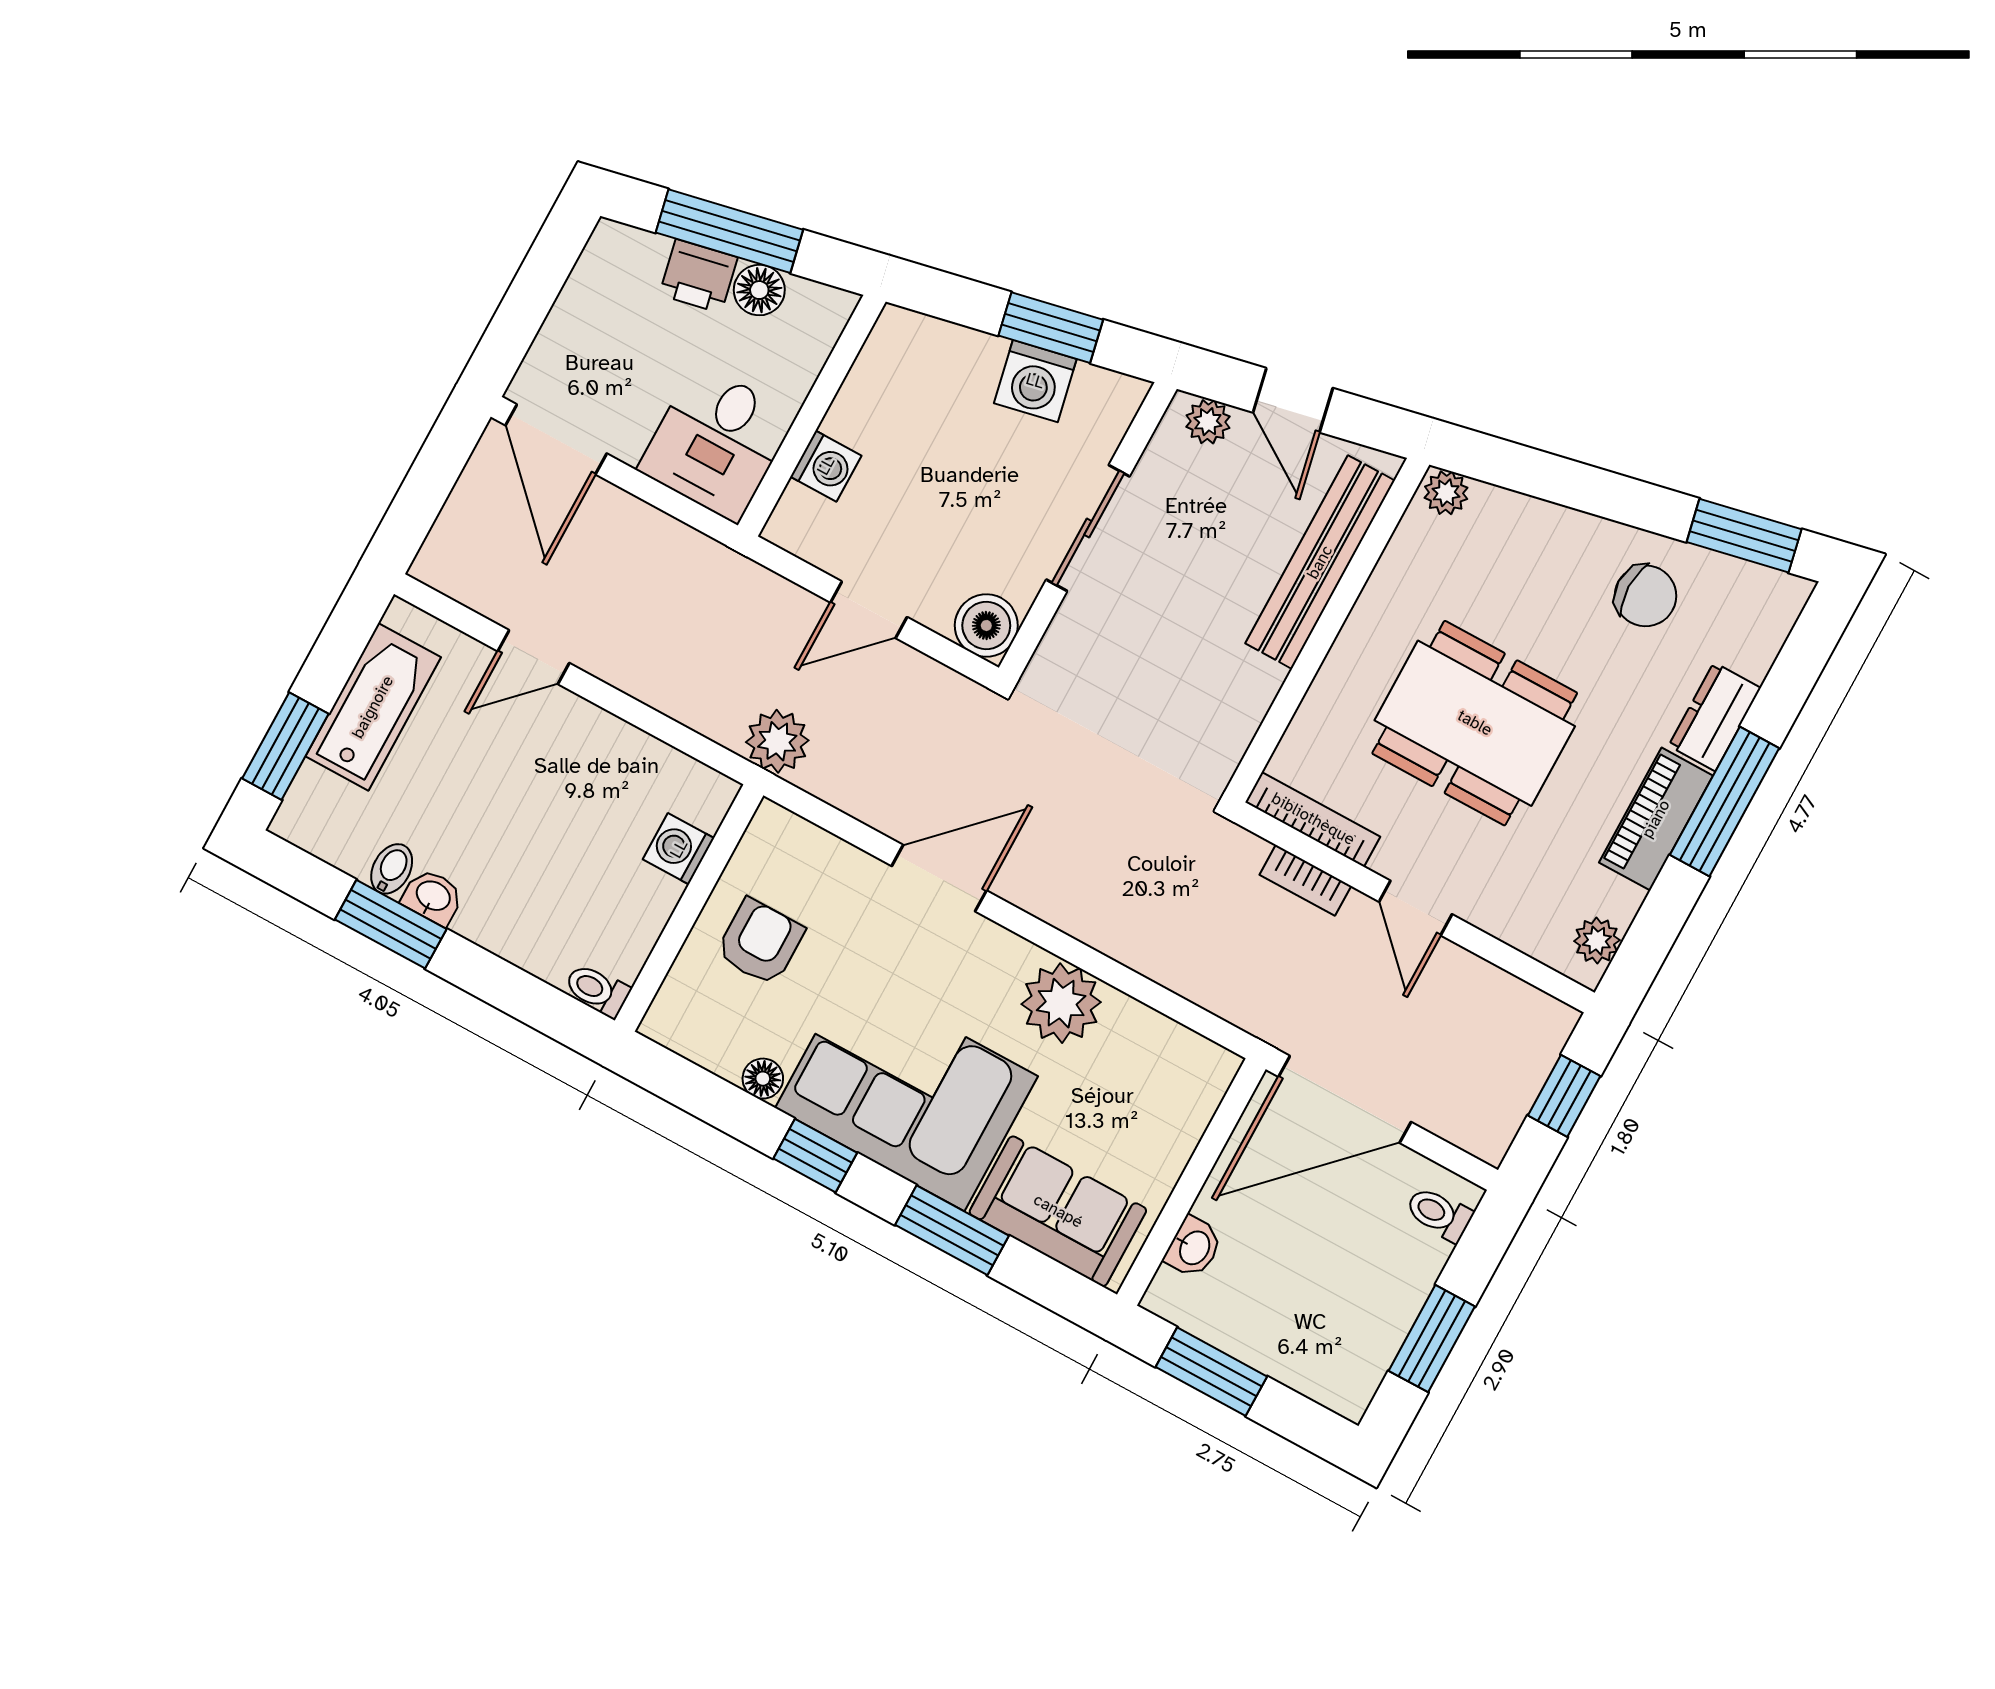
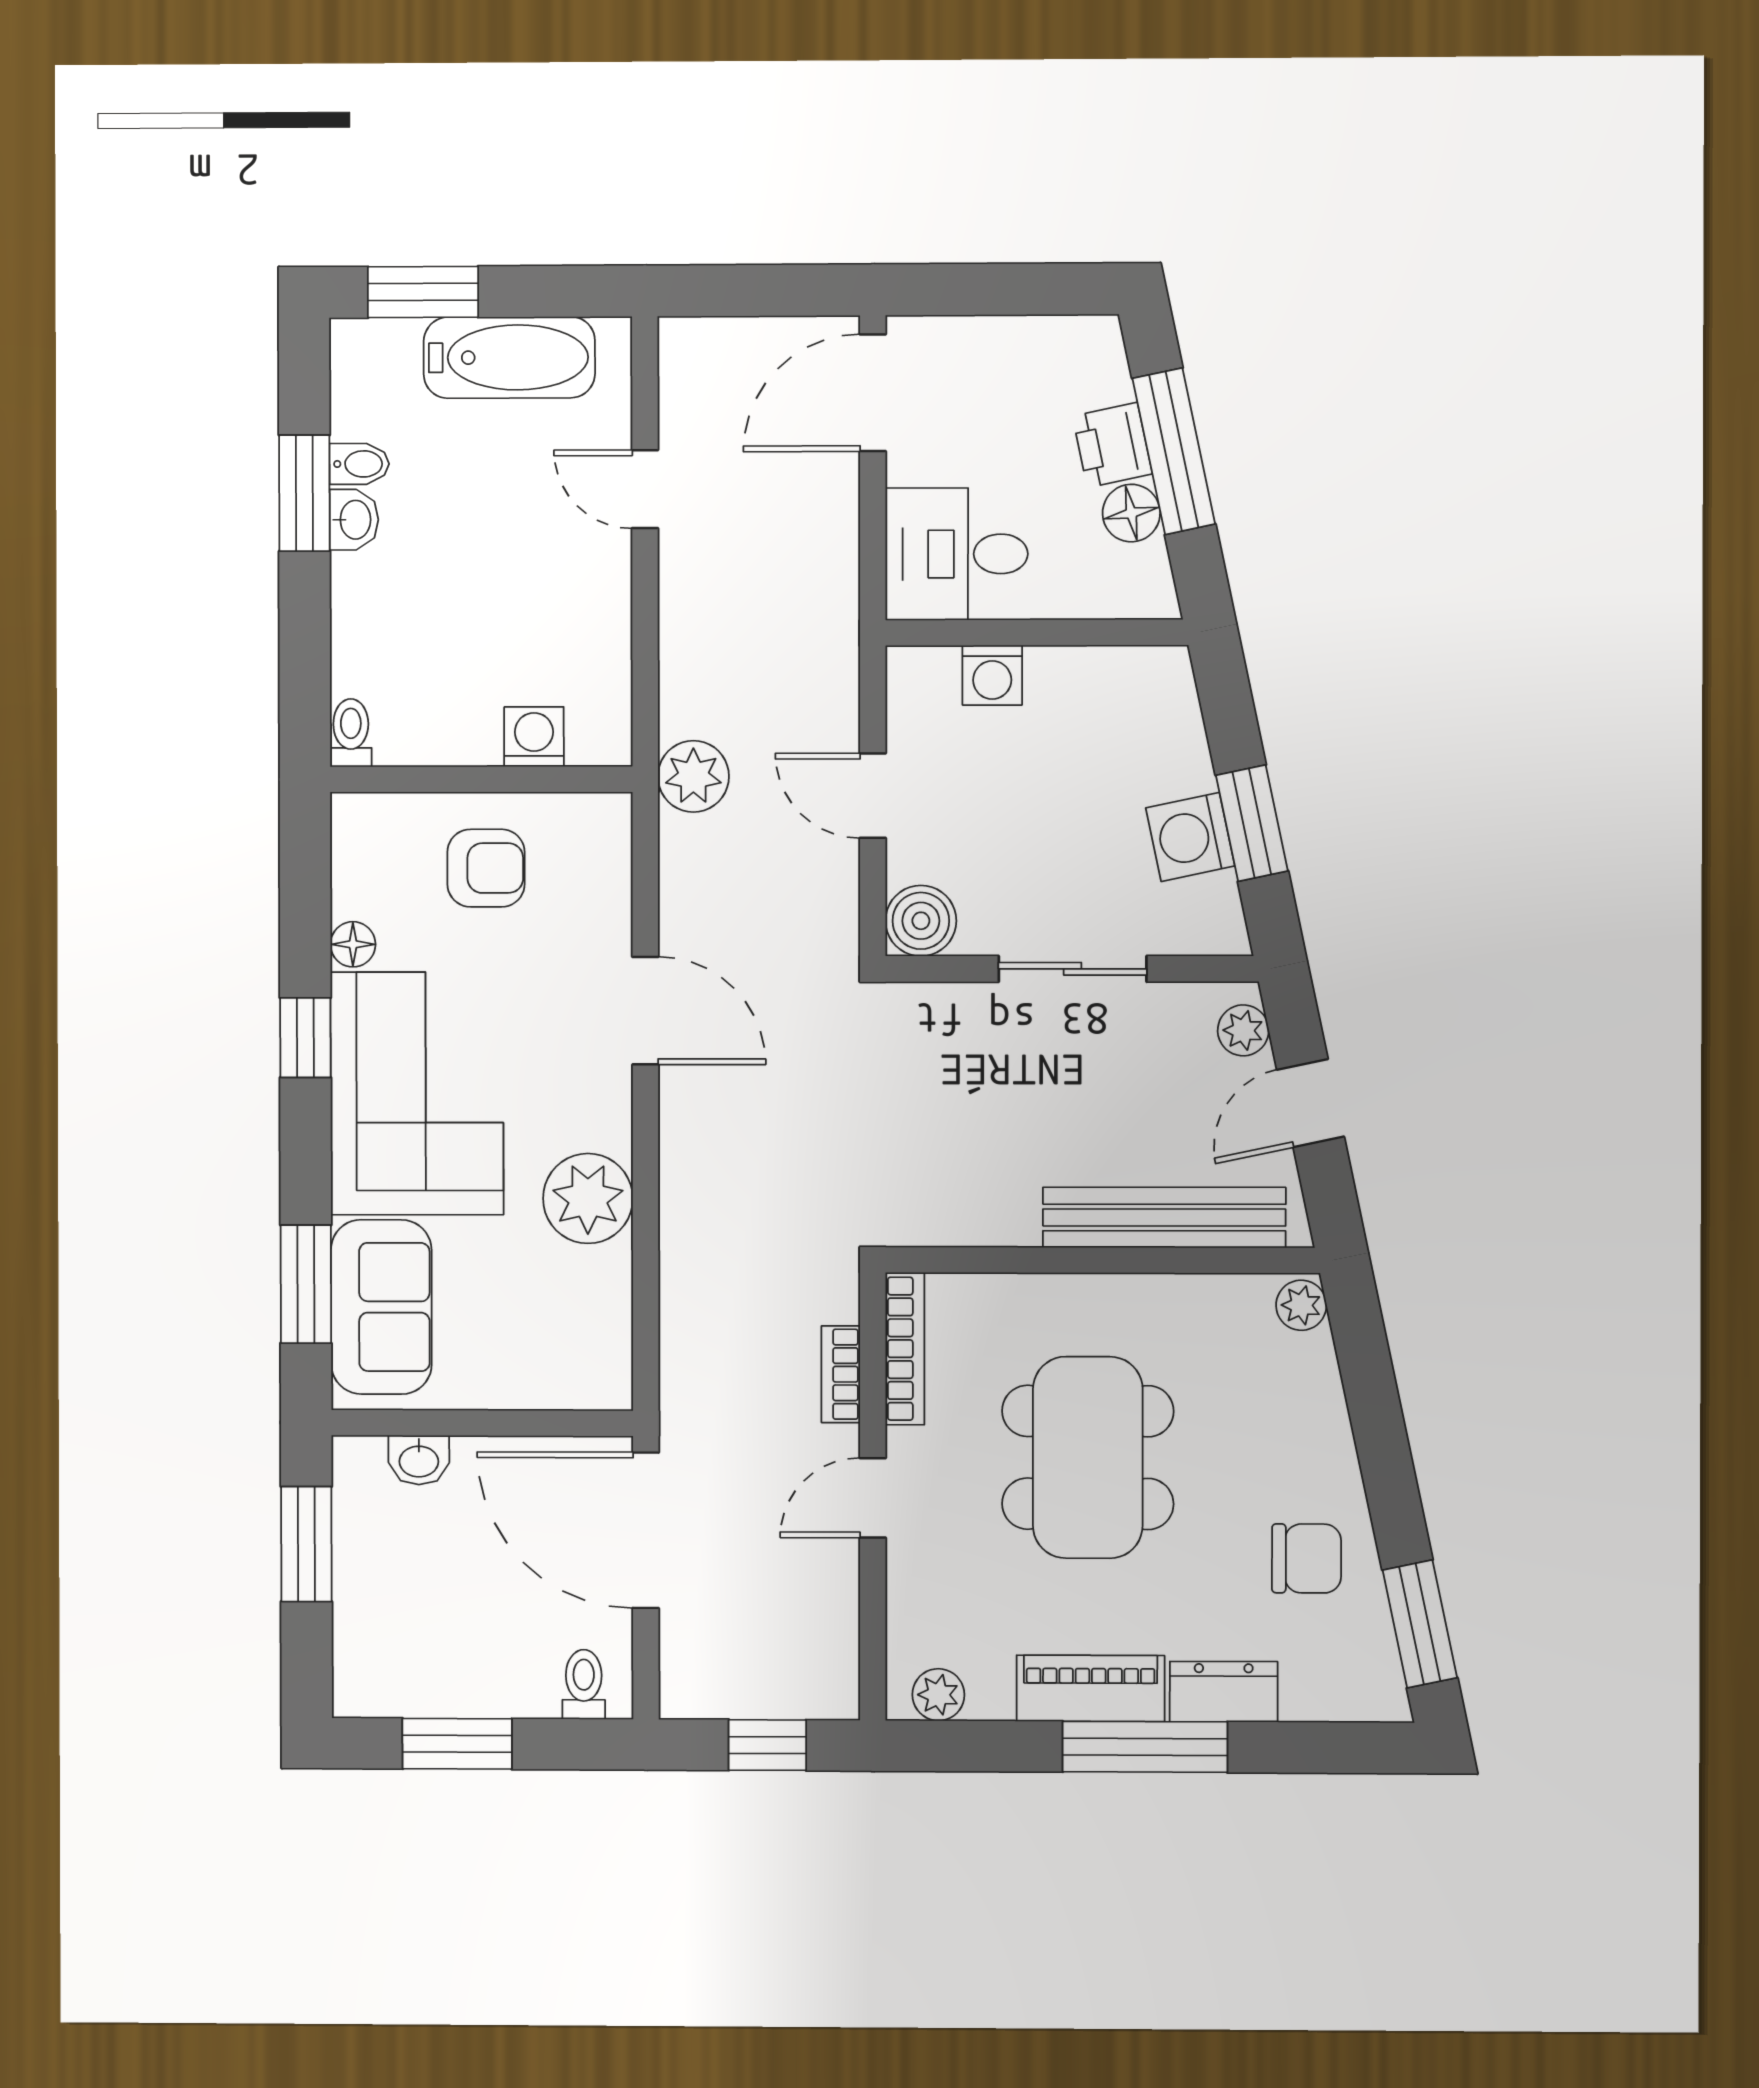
chair: (1646, 596) -> (1307, 1558), turned -90
window: (952, 1230) -> (306, 1284), moved

